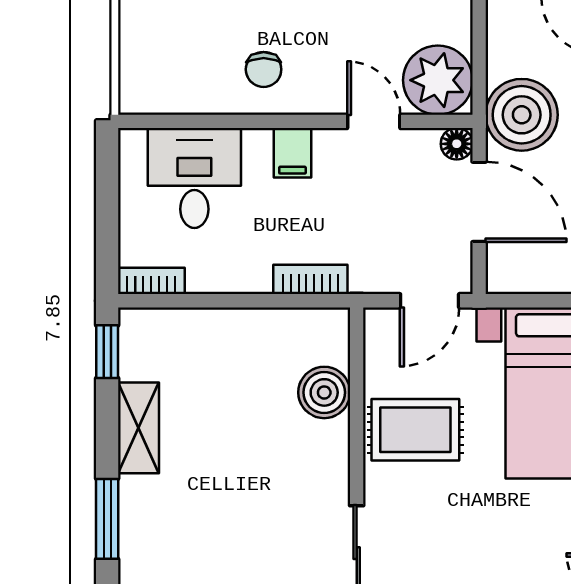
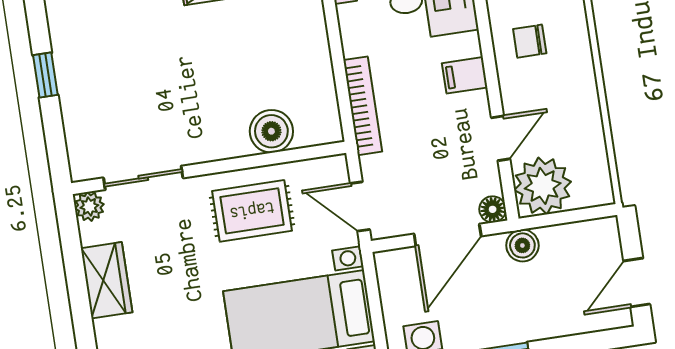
boiler: (522, 115) -> (522, 245), width x0.54, depth x0.54
bookcase: (310, 279) -> (363, 106), width x1.56
rug: (415, 430) -> (252, 211), turned 90

